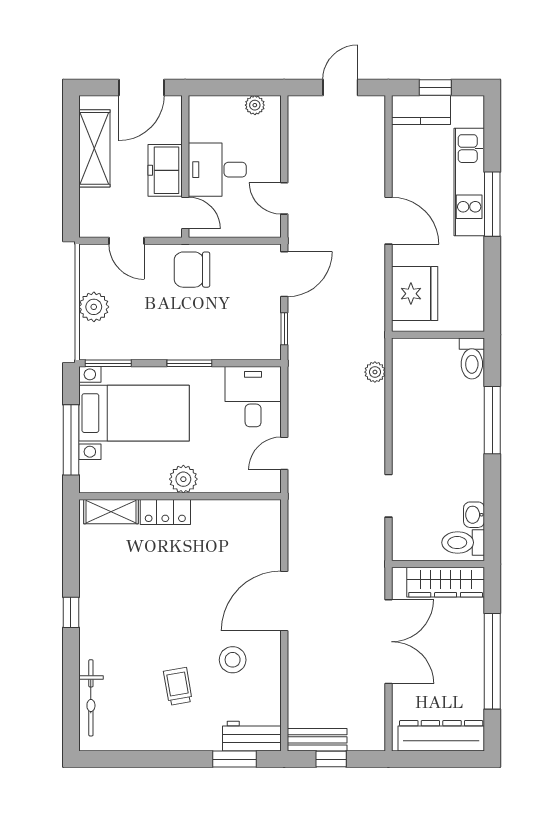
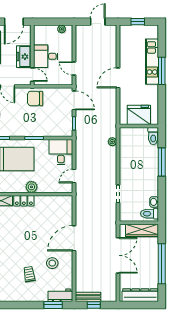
kitchen counter: (421, 110) -> (132, 31), removed
door: (388, 221) -> (118, 78), swing flipped
door: (284, 274) -> (74, 100), hinge flipped
fridge: (415, 294) -> (139, 115), moved, turned -90

